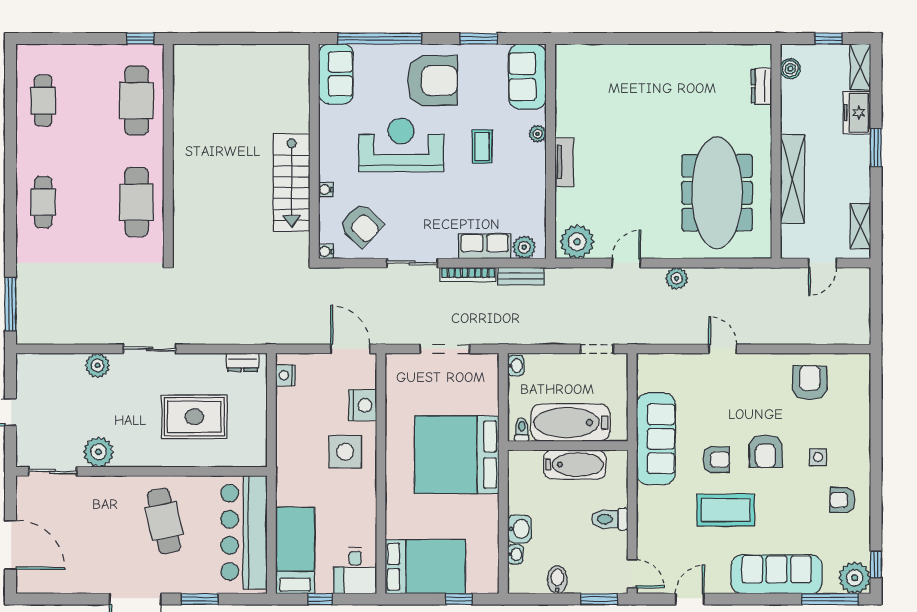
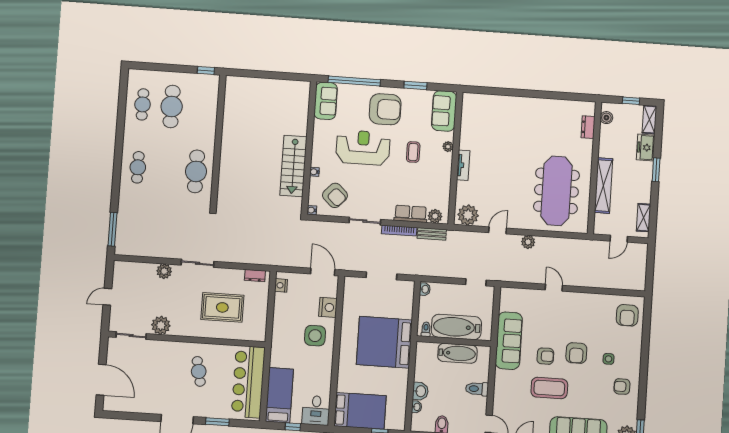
cafe table: (136, 101) -> (172, 106), moved
armchair: (810, 383) -> (627, 315), moved, turned 180
cafe table: (164, 521) -> (199, 371), width x0.73, depth x0.74

